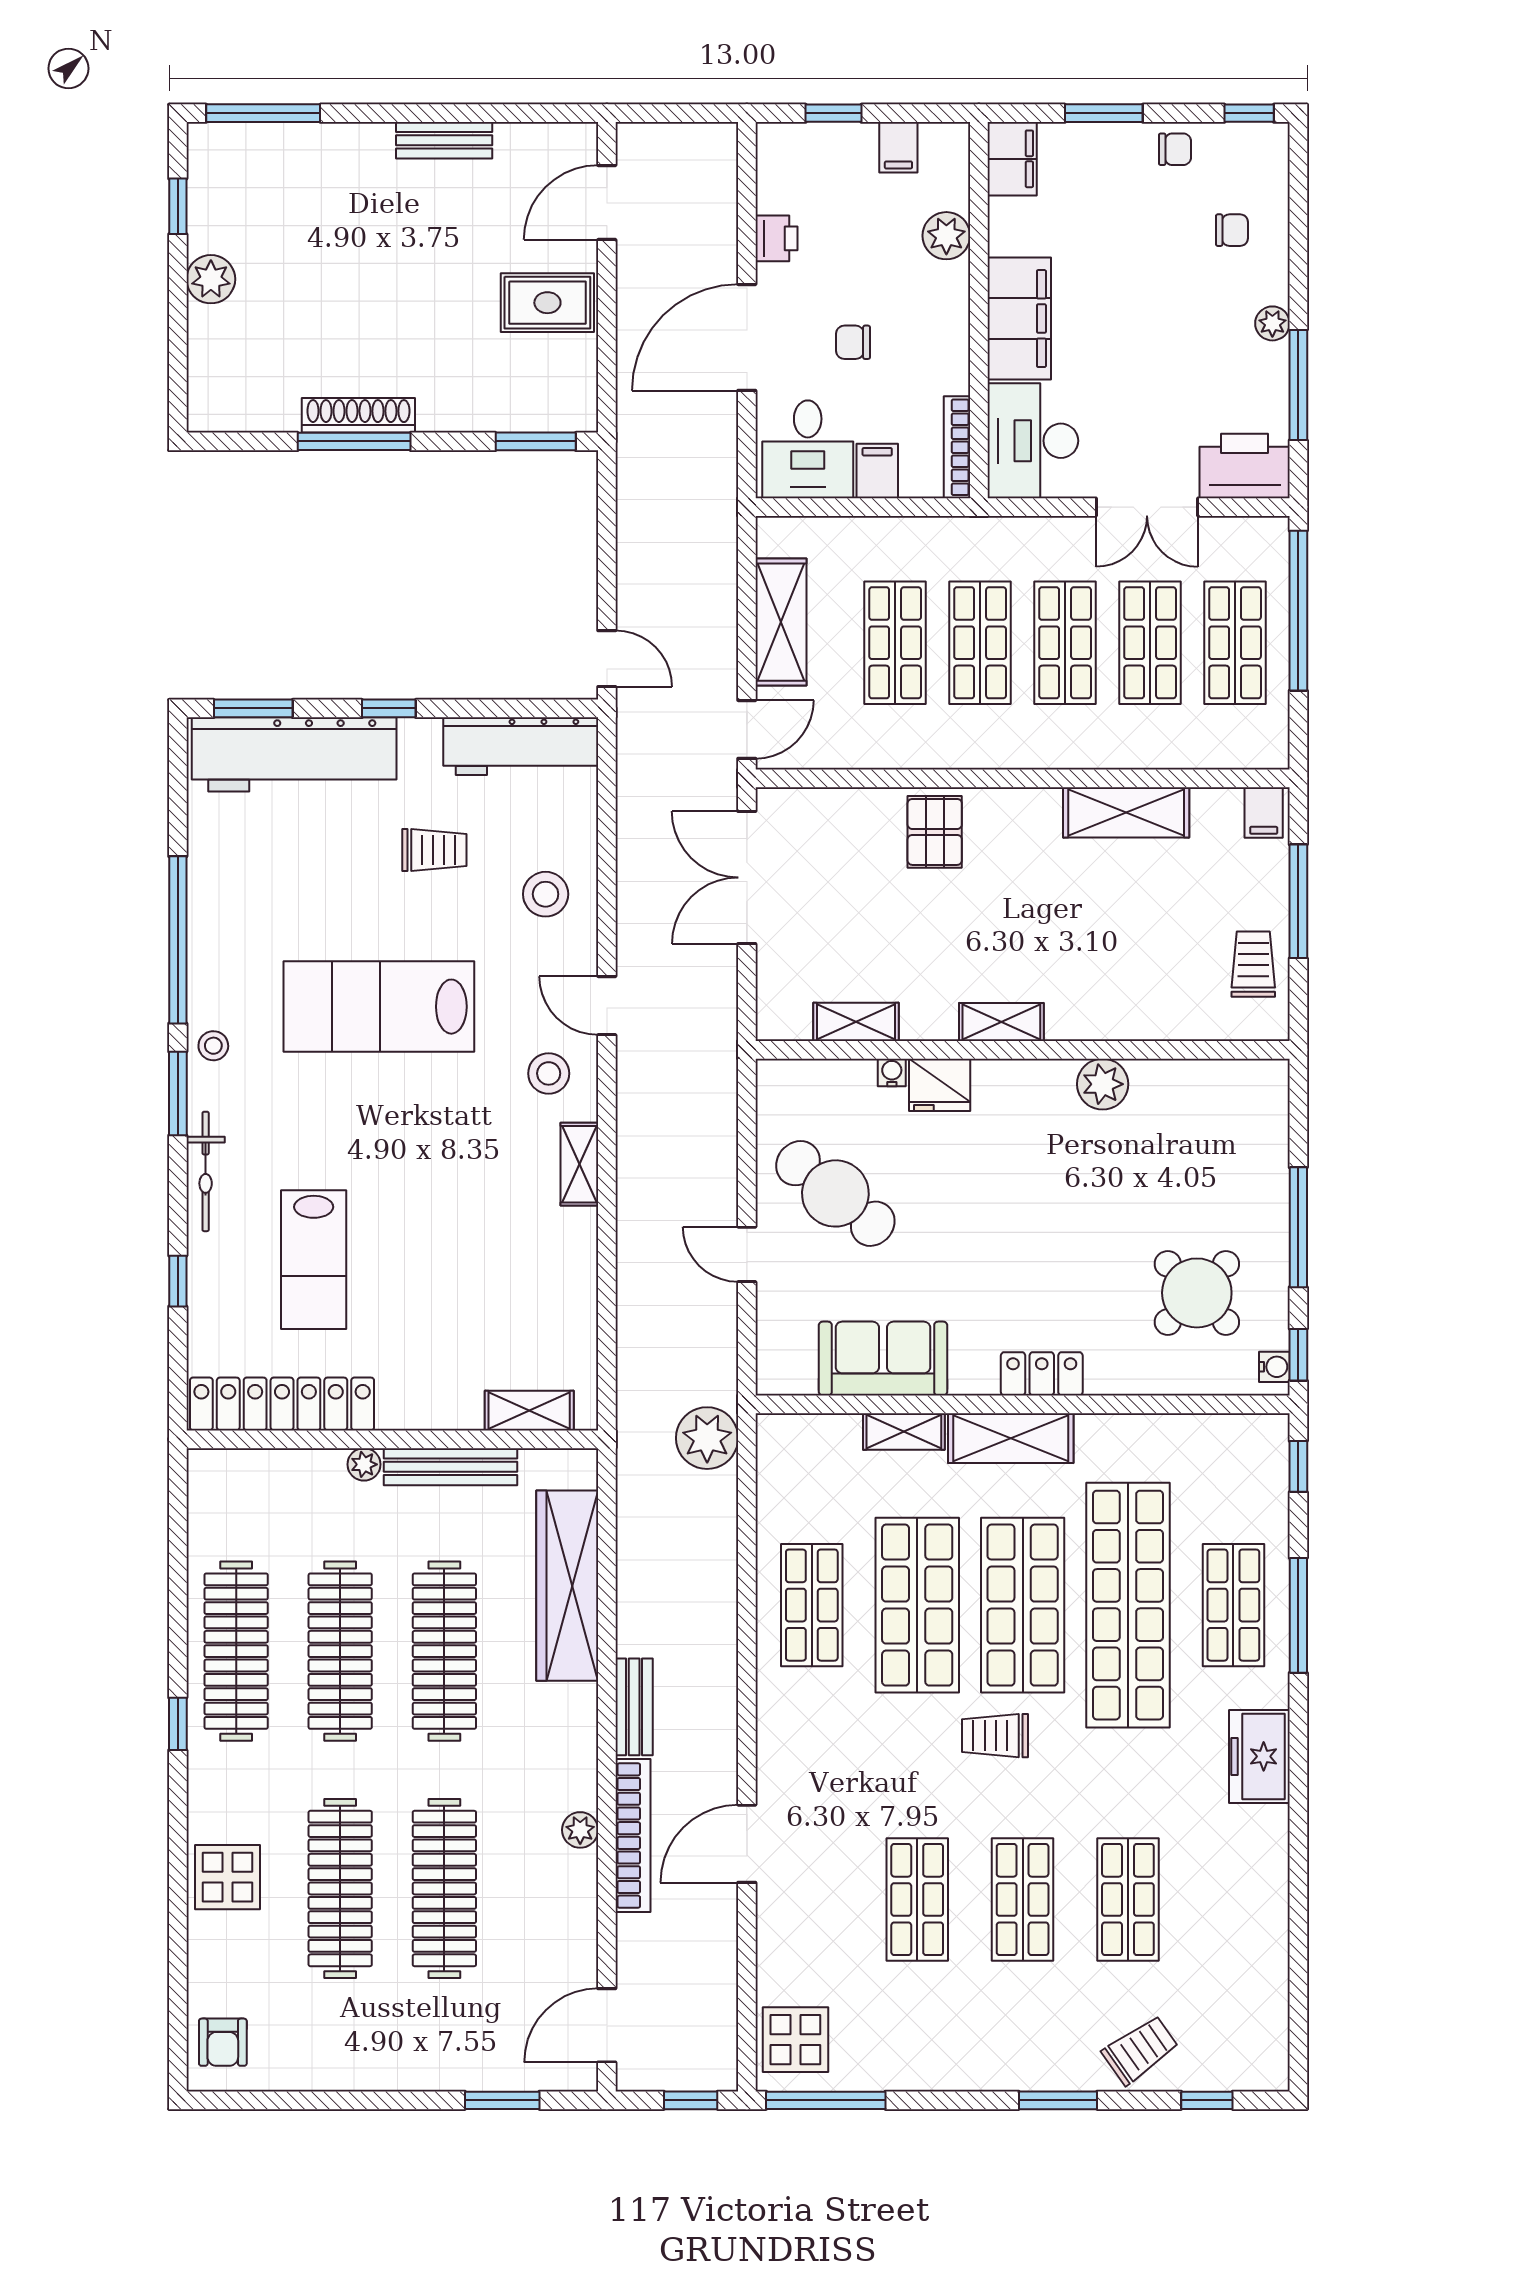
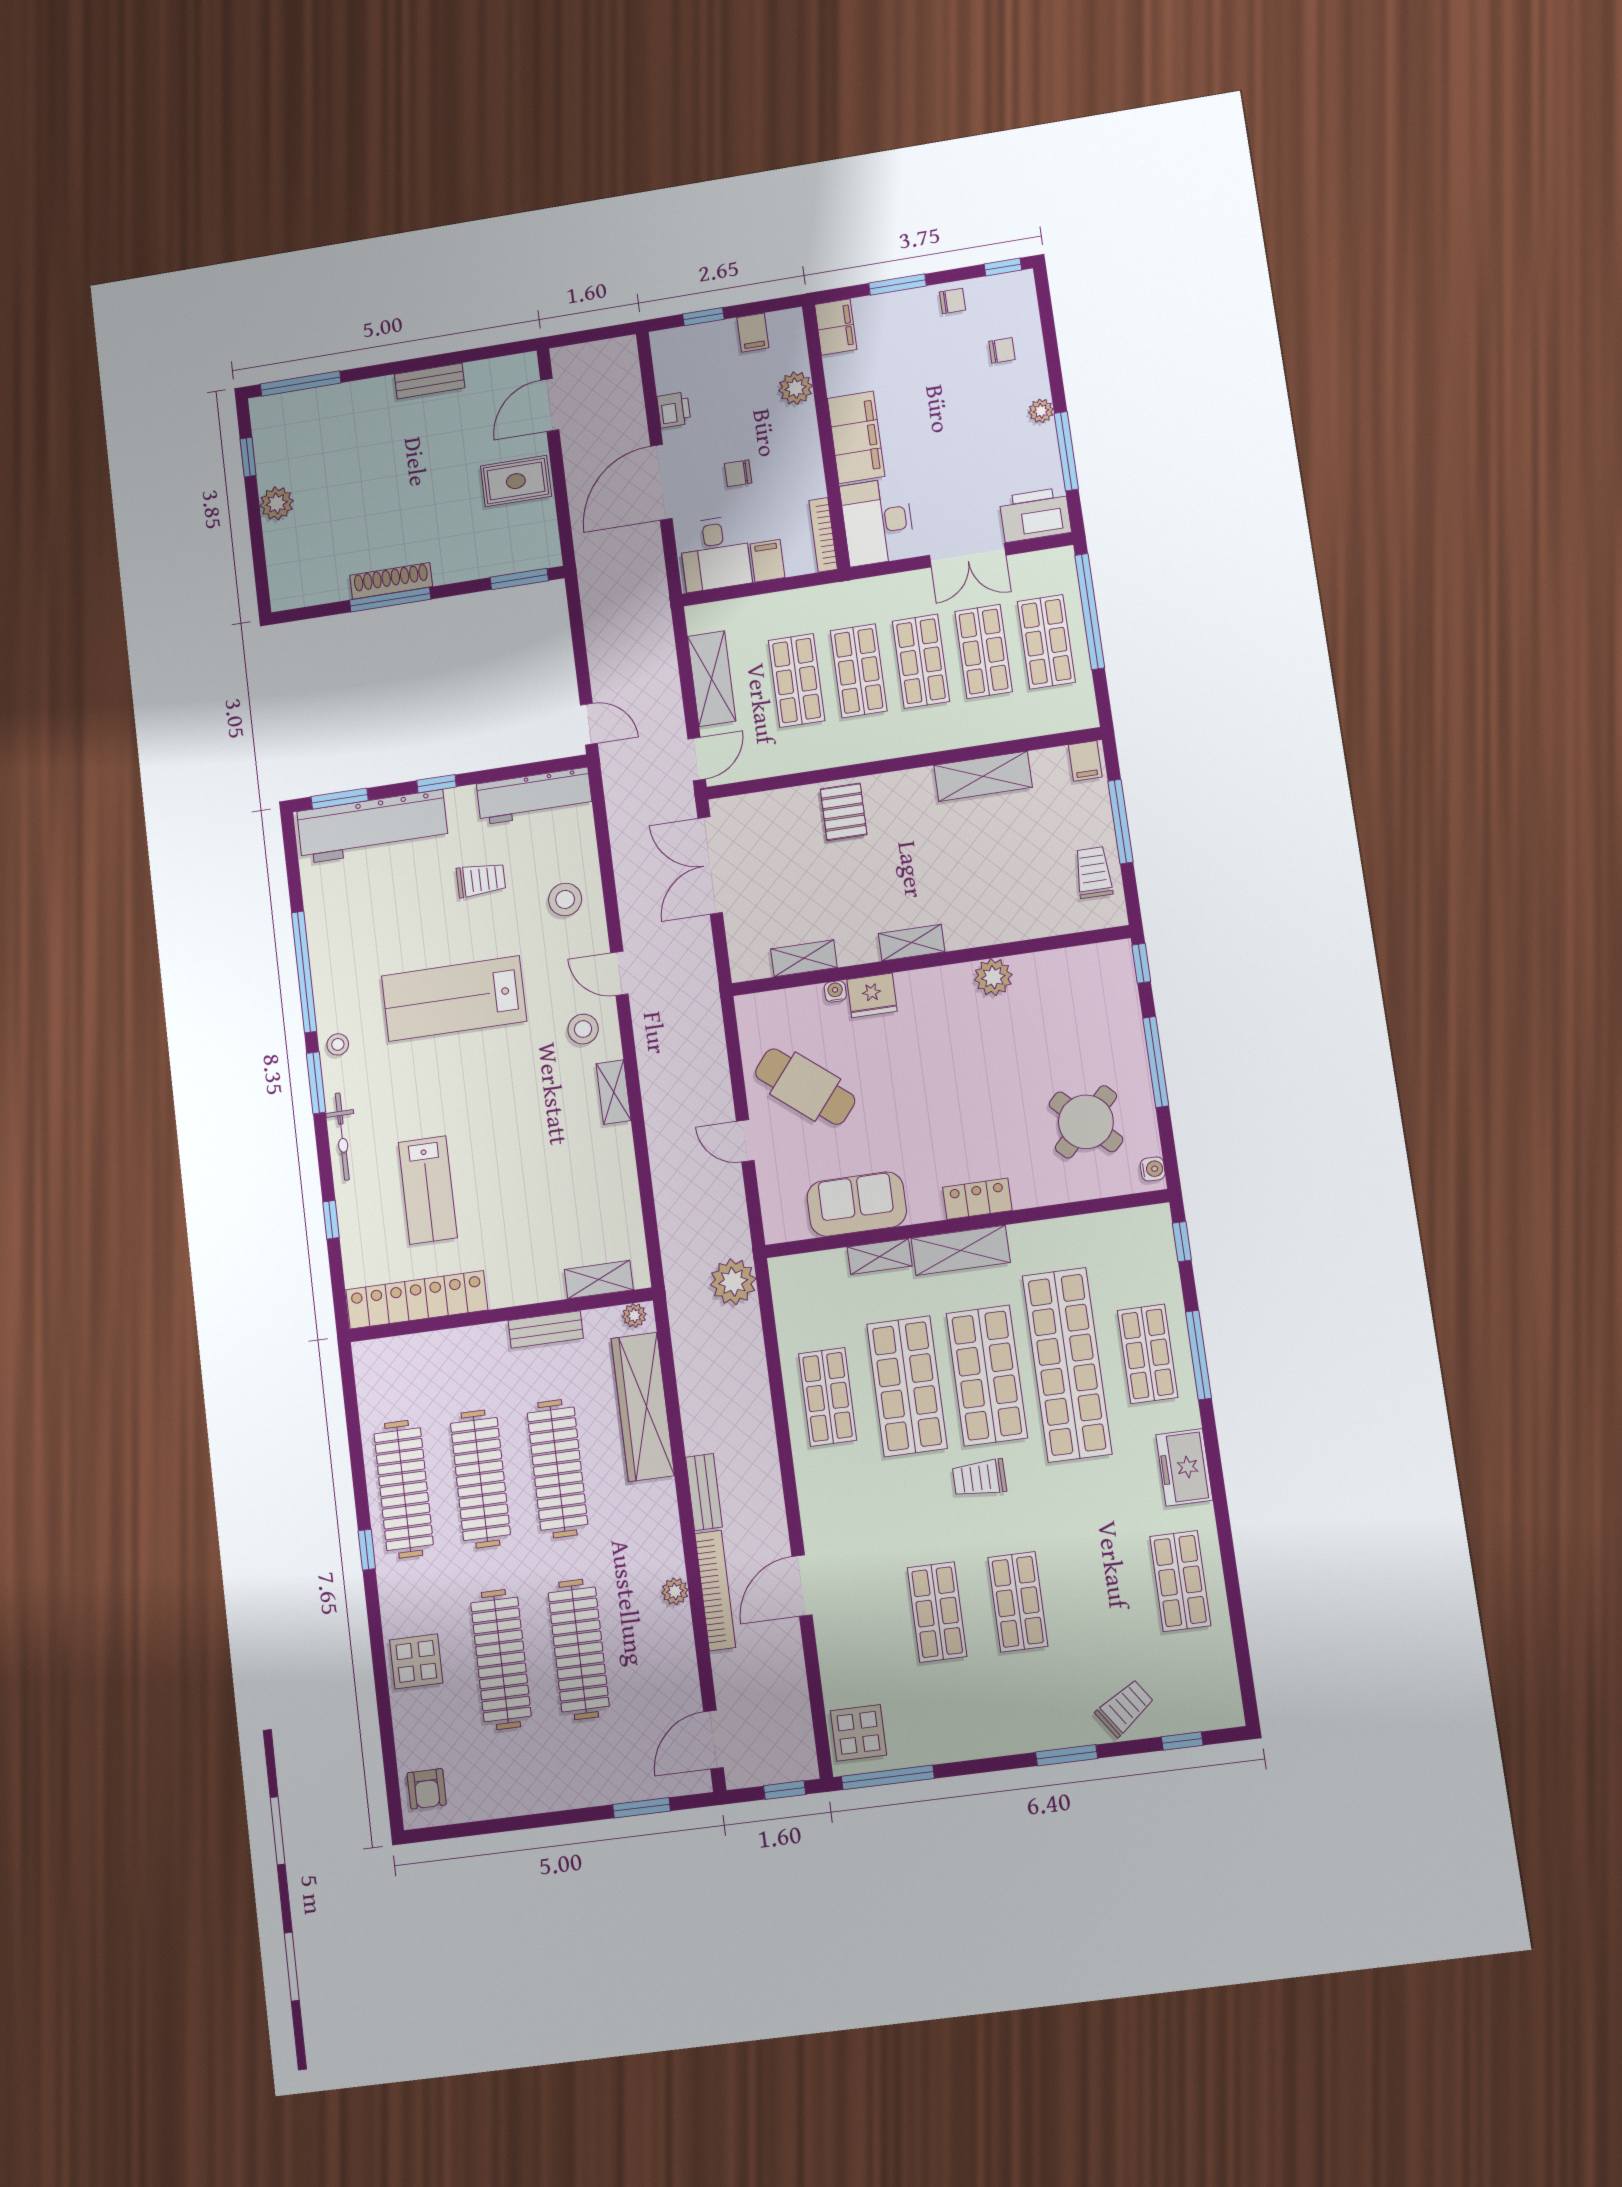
window: (1298, 1355) -> (1141, 963), moved
plant: (364, 1464) -> (634, 1315), moved
bench: (450, 1467) -> (546, 1329), width x0.73
shop shelf: (1128, 1900) -> (1180, 1581), moved

